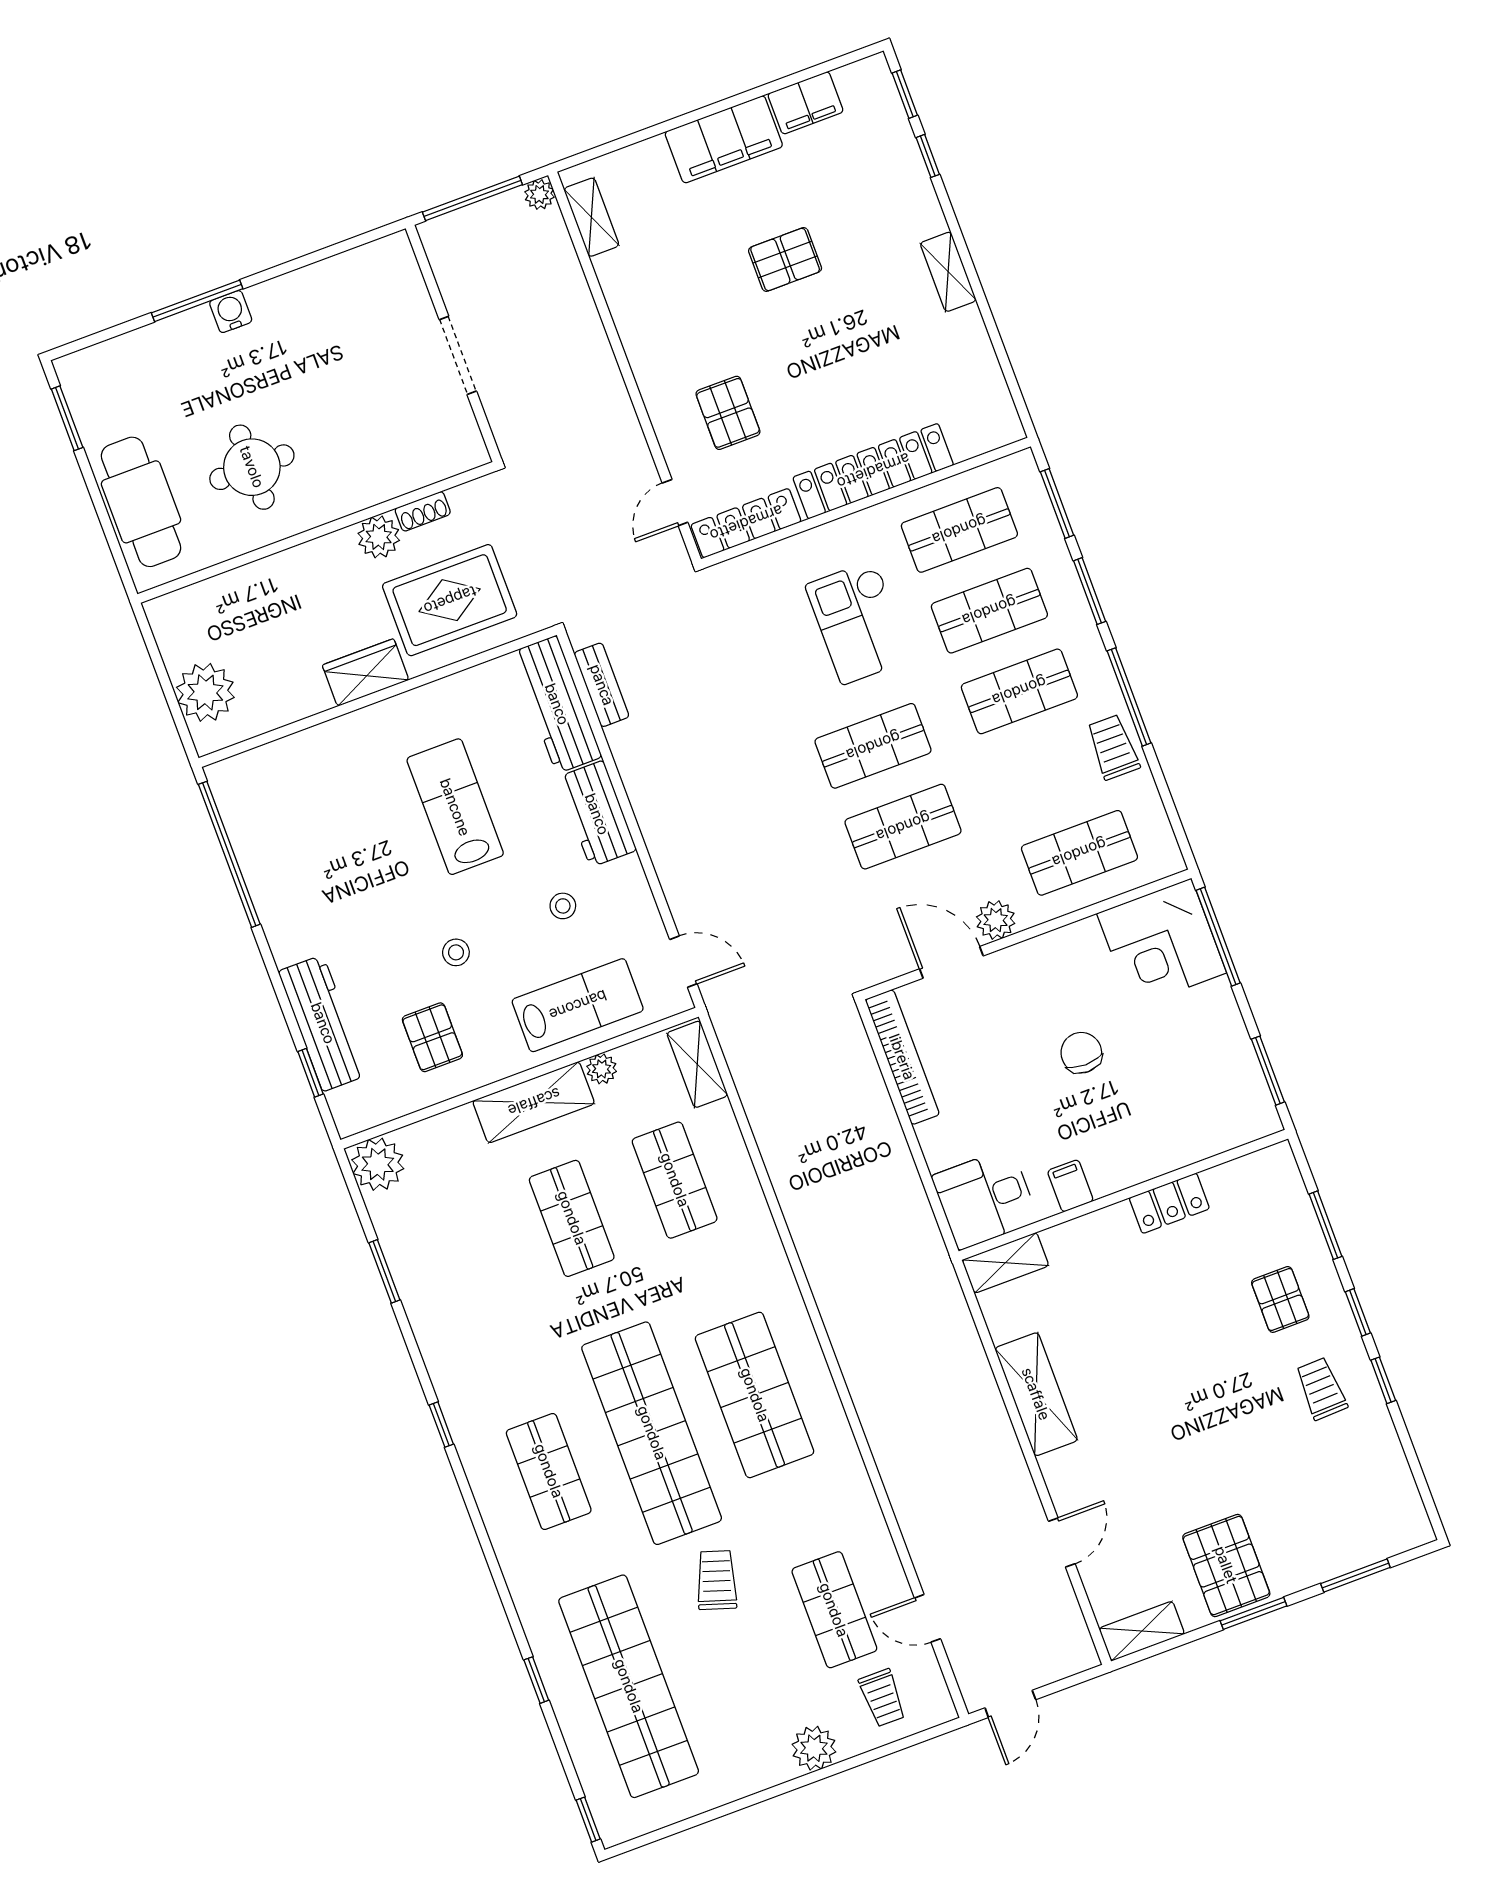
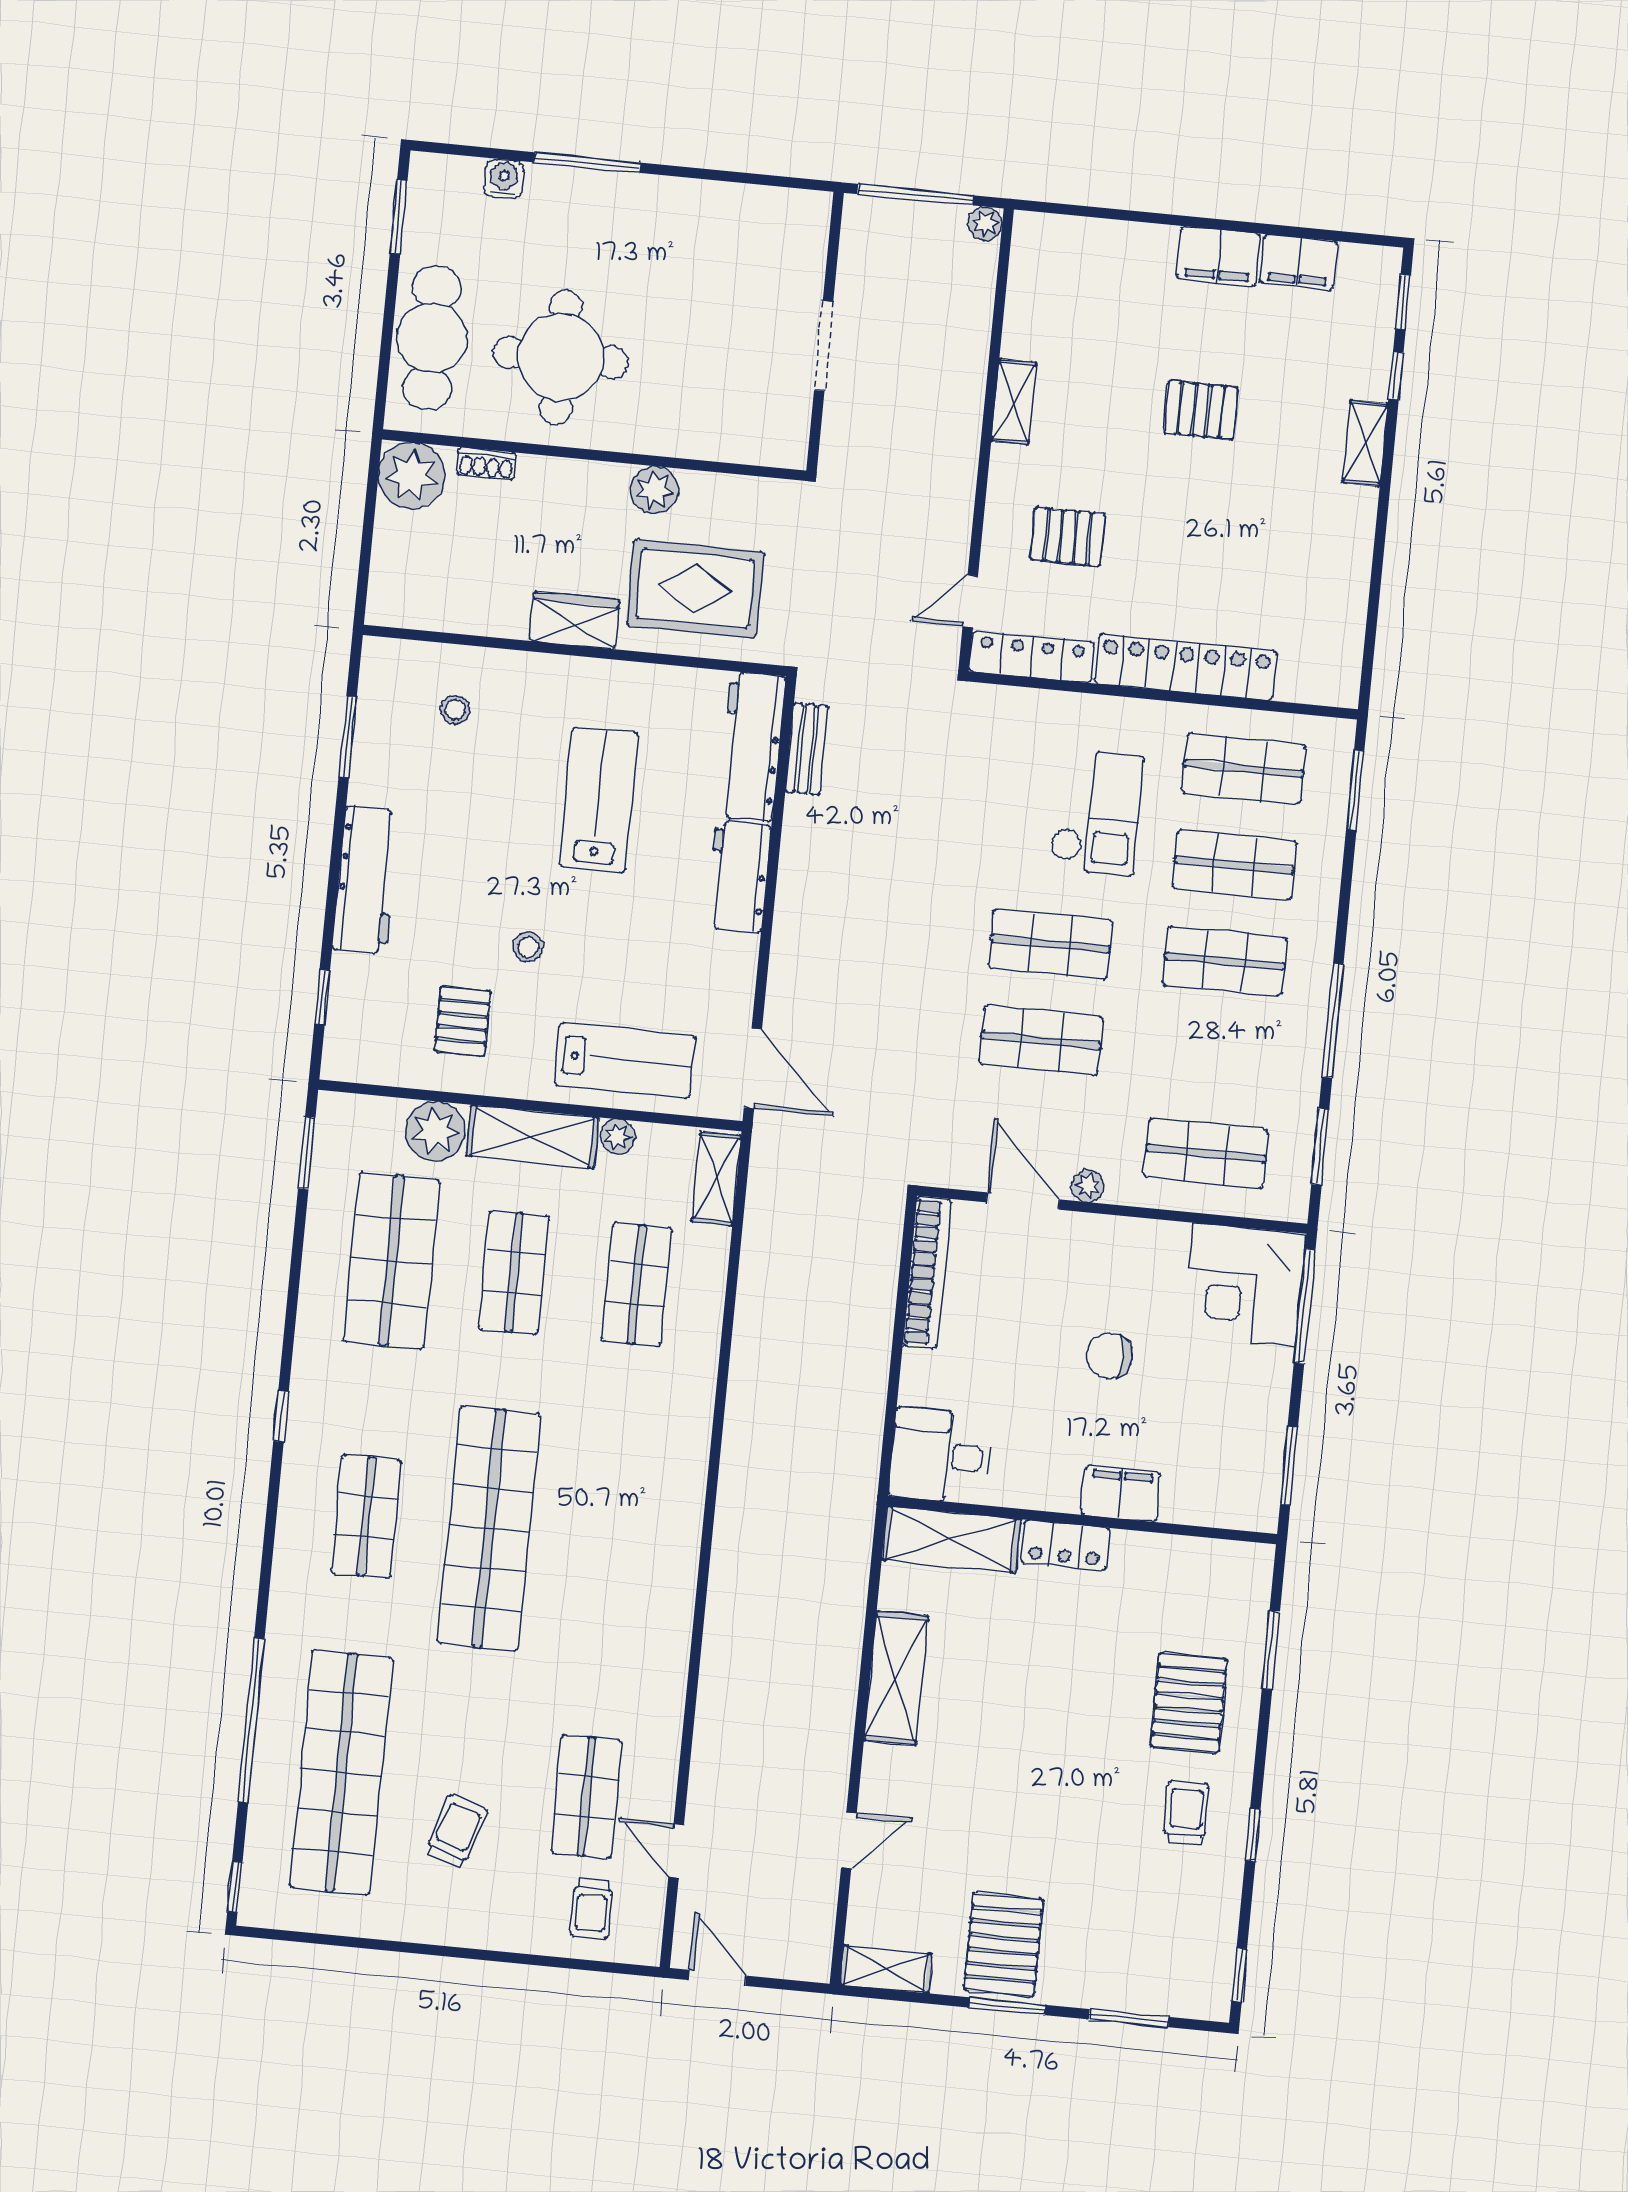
filing cabinet: (724, 139) -> (1219, 256), width x0.67, depth x0.86
shelving: (591, 217) -> (1014, 402), moved
shelving: (948, 272) -> (1365, 443), moved
water cooler: (231, 312) -> (504, 179), moved
pallet: (728, 413) -> (1068, 537), turned 90
round table: (252, 467) -> (561, 357), width x1.36, depth x1.36
shoe rack: (423, 511) -> (486, 464), moved
window: (1090, 591) -> (1320, 1147), moved
checkout: (858, 622) -> (1096, 812), turned 180
plant: (205, 692) -> (412, 476), moved
trolley: (1113, 747) -> (1292, 1063), removed
window: (229, 854) -> (348, 737), width x0.47
stool: (563, 906) -> (455, 709), moved
plant: (996, 920) -> (1088, 1186), width x0.73, depth x0.73
door: (683, 962) -> (753, 1068), width x1.38
workbench: (323, 1023) -> (366, 880), moved
chair: (1081, 1053) -> (1109, 1356), turned -90
plant: (378, 1164) -> (435, 1131), moved
filing cabinet: (1070, 1186) -> (1121, 1494), moved, width x2.00
locker: (1169, 1203) -> (1065, 1545), moved
shelving: (1005, 1263) -> (951, 1539), width x1.50, depth x1.33
window: (384, 1271) -> (307, 1153), moved
pallet: (1280, 1299) -> (1189, 1703), width x1.50, depth x1.42
window: (1358, 1312) -> (1239, 1975), moved
shop shelf: (755, 1395) -> (391, 1260), moved
trolley: (717, 1580) -> (456, 1831), moved
window: (536, 1680) -> (251, 1721), width x3.17
door: (1010, 1704) -> (718, 1978), swing flipped
plant: (814, 1748) -> (498, 1926), removed

